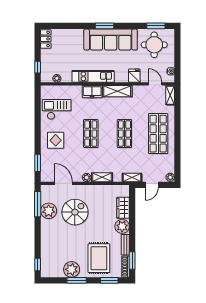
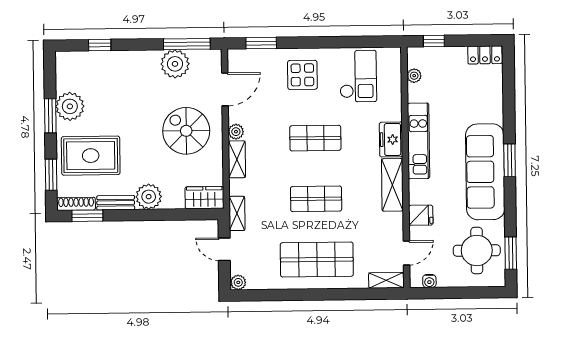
wardrobe: (123, 208) -> (204, 198), moved
spiral stairs: (75, 212) -> (186, 131), moved, turned 180
window: (38, 265) -> (100, 45), moved

